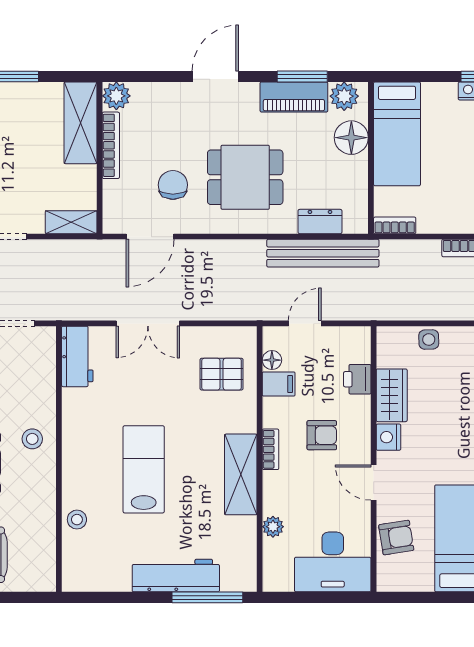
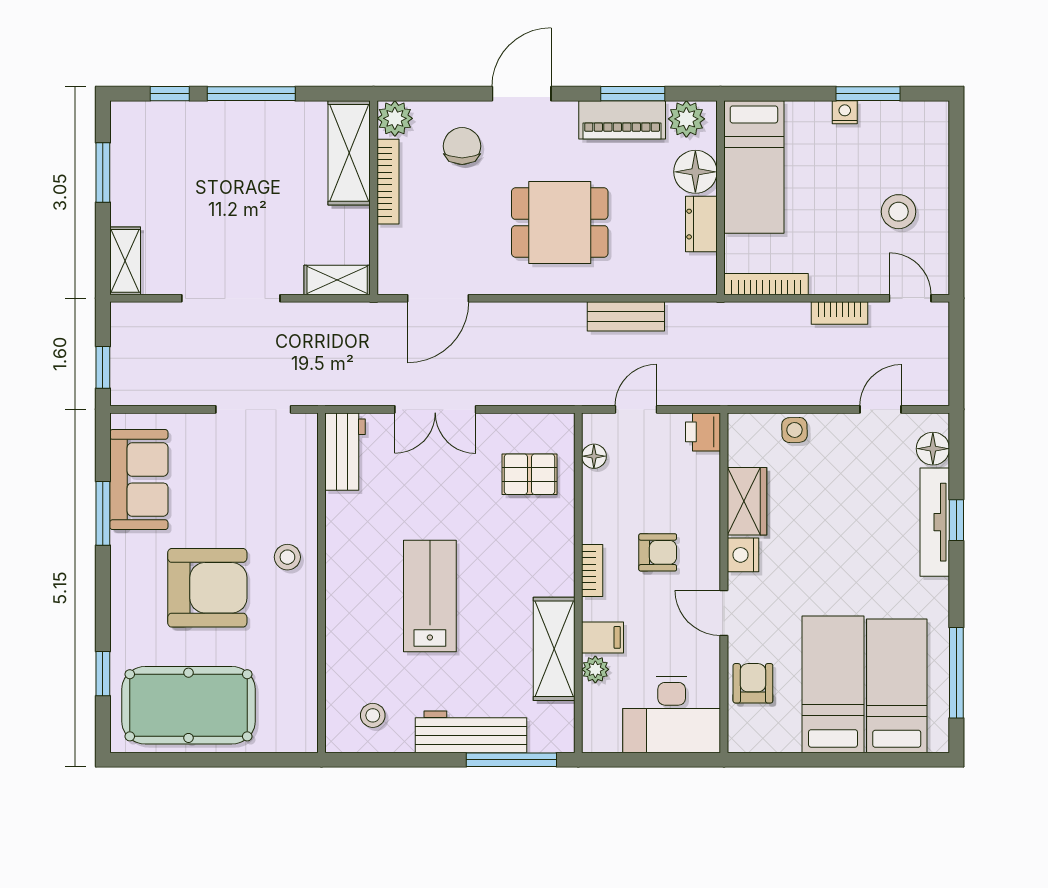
chair: (173, 185) -> (462, 146), moved
dresser: (320, 222) -> (701, 224), moved, turned -90
bookcase: (395, 225) -> (766, 284), width x1.56
bench: (323, 253) -> (626, 316), width x0.54, depth x0.82
printer: (357, 379) -> (703, 432), moved
filing cabinet: (279, 384) -> (603, 637), moved
shelving: (241, 474) -> (554, 649), moved
stool: (77, 520) -> (373, 715), moved
armchair: (396, 538) -> (753, 683), turned -81

